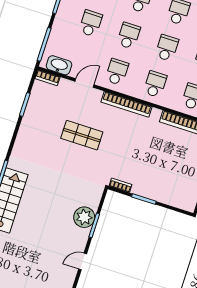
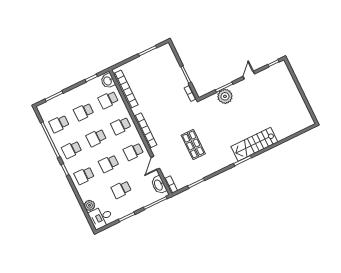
door: (84, 83) -> (155, 163), hinge flipped
shop shelf: (82, 135) -> (193, 144), moved
door: (83, 261) -> (249, 75), swing flipped

